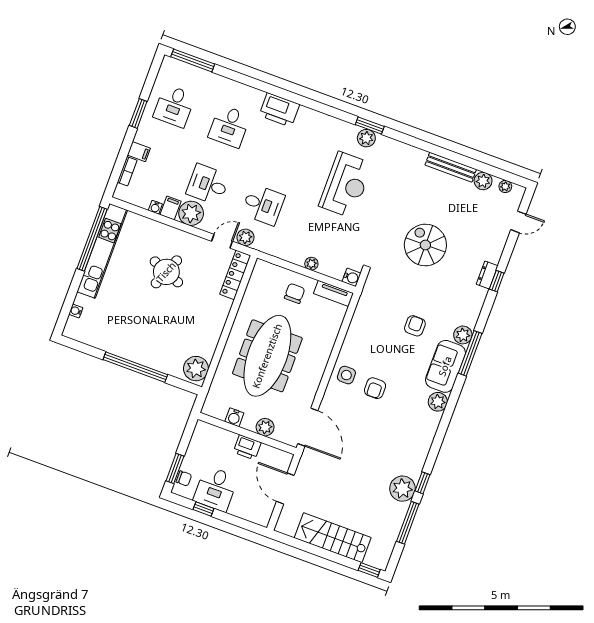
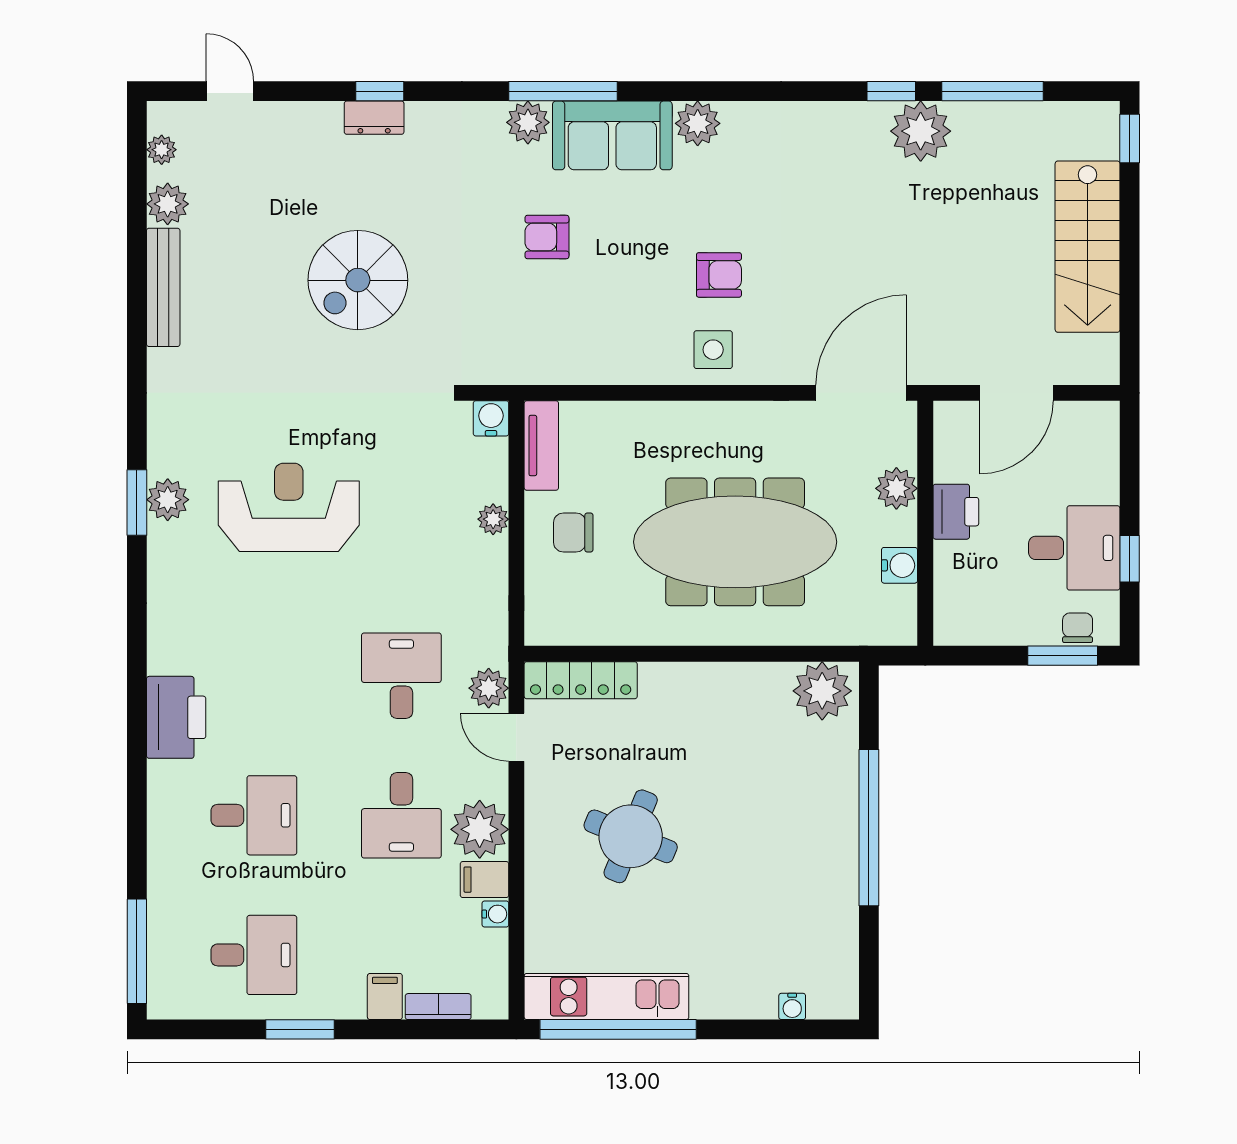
kitchen unit: (102, 251) -> (606, 997), width x0.73

